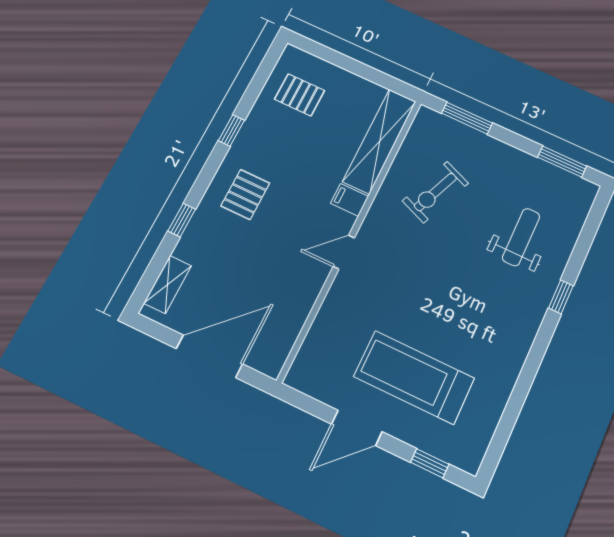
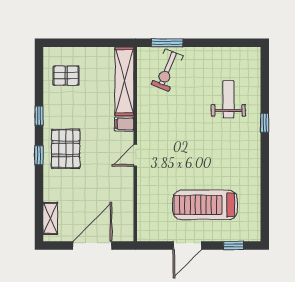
window: (562, 162) -> (233, 43), removed
exercise bike: (435, 192) -> (167, 70), moved
pallet: (245, 194) -> (66, 149), width x1.50, depth x1.42
window: (182, 220) -> (39, 155), moved

